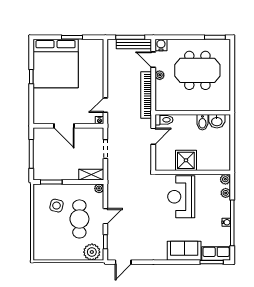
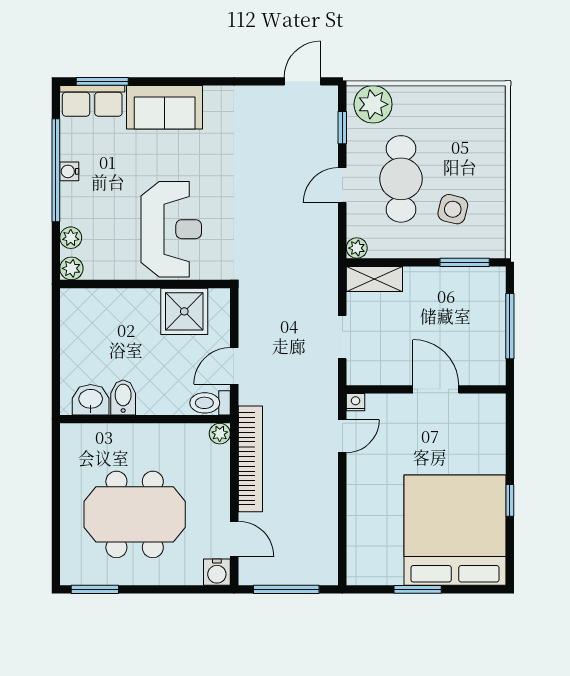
bench: (134, 44) -> (278, 574), removed
plant: (160, 75) -> (220, 434), moved
shower: (186, 160) -> (184, 311), moved

